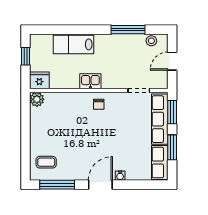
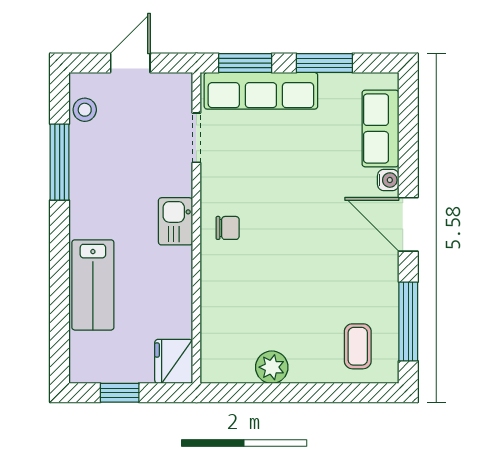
door: (172, 61) -> (130, 63), swing flipped
kitchen sink: (90, 81) -> (176, 221), moved
plant: (37, 99) -> (272, 367), moved
row of seats: (160, 163) -> (380, 128), moved, turned 90

